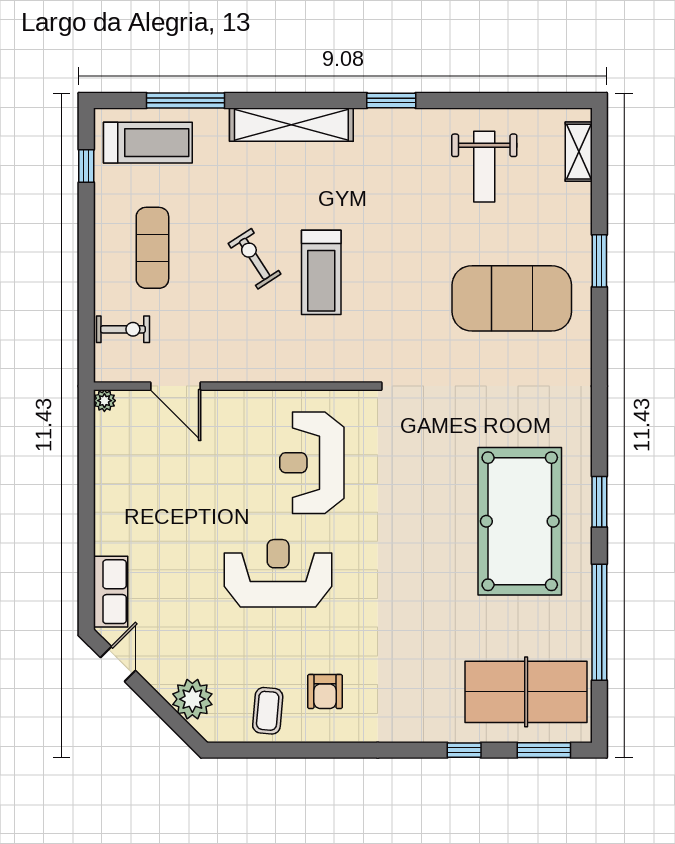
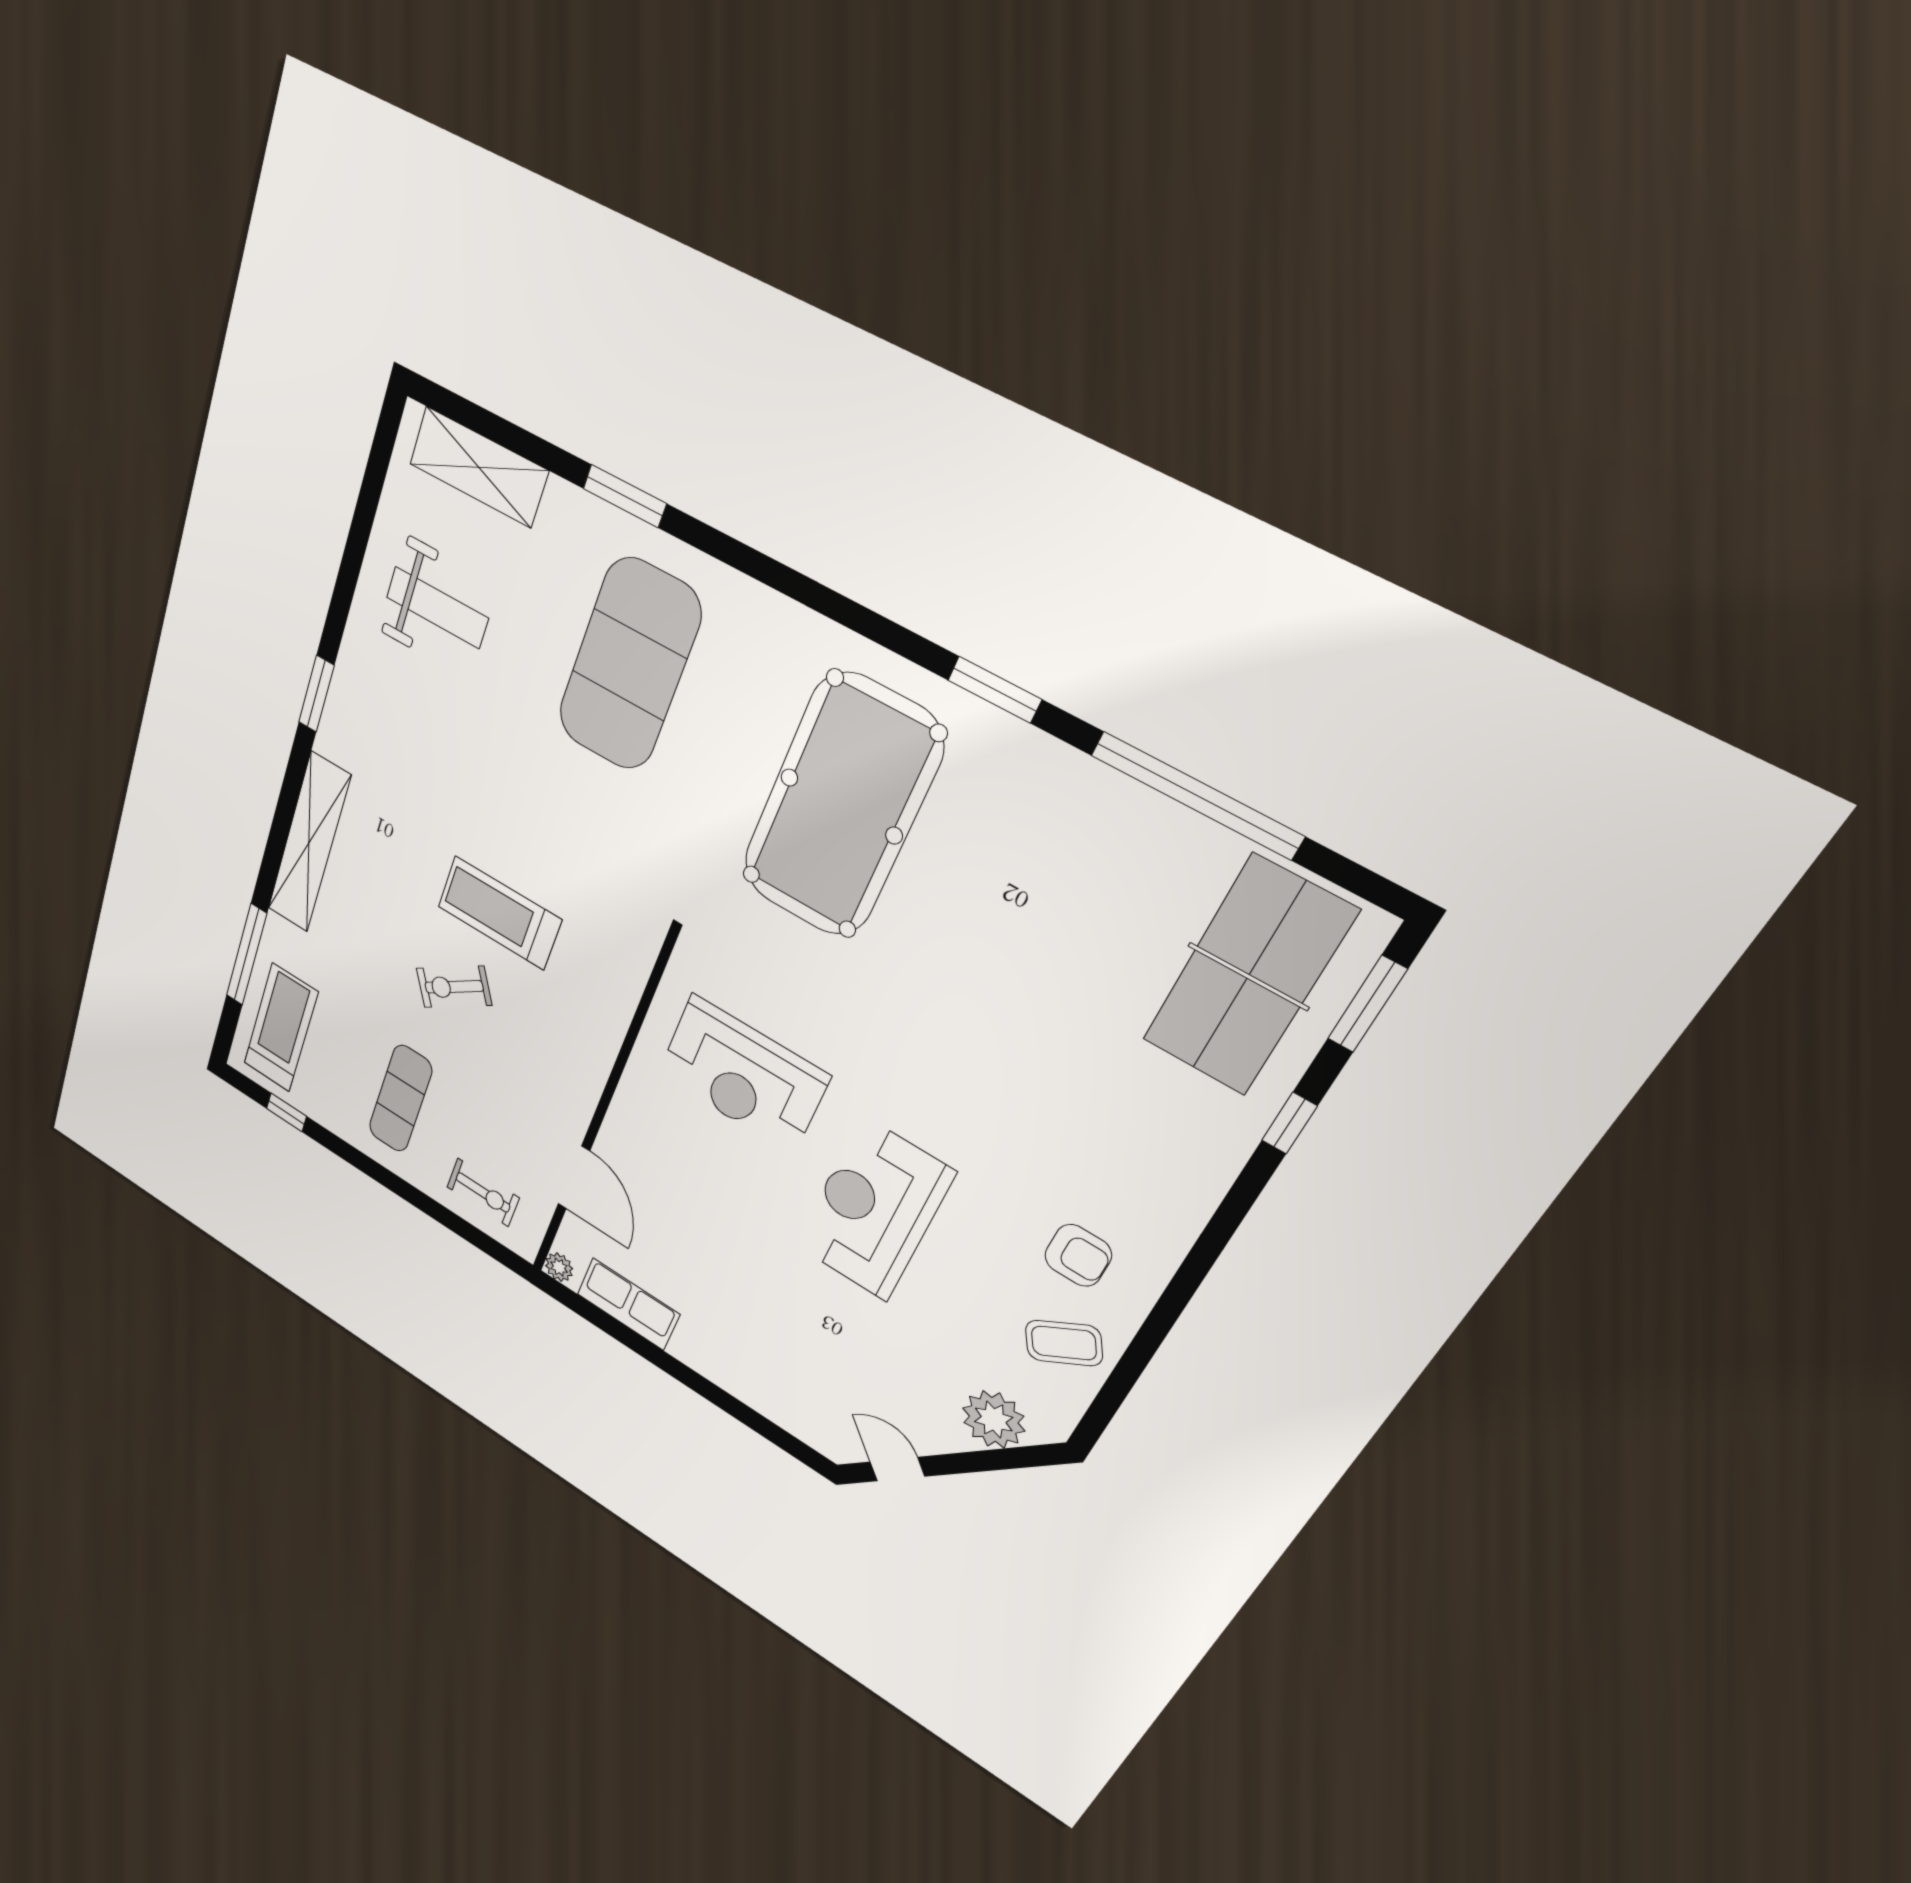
shelving: (579, 152) -> (479, 467), width x1.50, depth x1.33
exercise mat: (152, 248) -> (400, 1099), turned 90
treadmill: (321, 272) -> (499, 913), turned 180
exercise bike: (123, 329) -> (483, 1192), turned 90
door: (176, 386) -> (574, 1177), hinge flipped
pool table: (520, 521) -> (841, 806), moved, turned 90
row of seats: (111, 592) -> (628, 1304), moved
coffee table: (268, 711) -> (1064, 1343), turned -36

